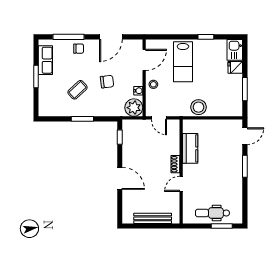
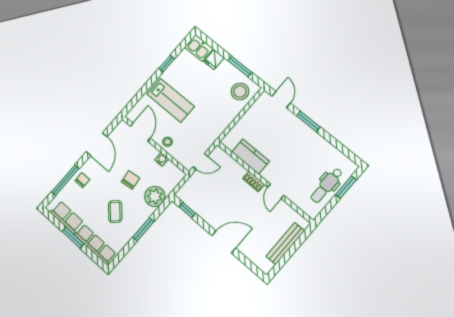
row of seats: (45, 95) -> (95, 244), added
stool: (199, 107) -> (240, 92), moved
plant: (134, 108) -> (155, 196), moved

